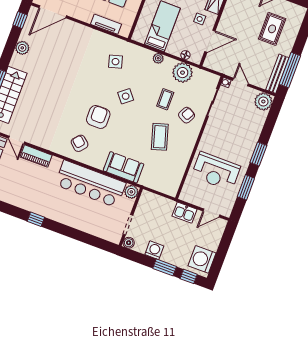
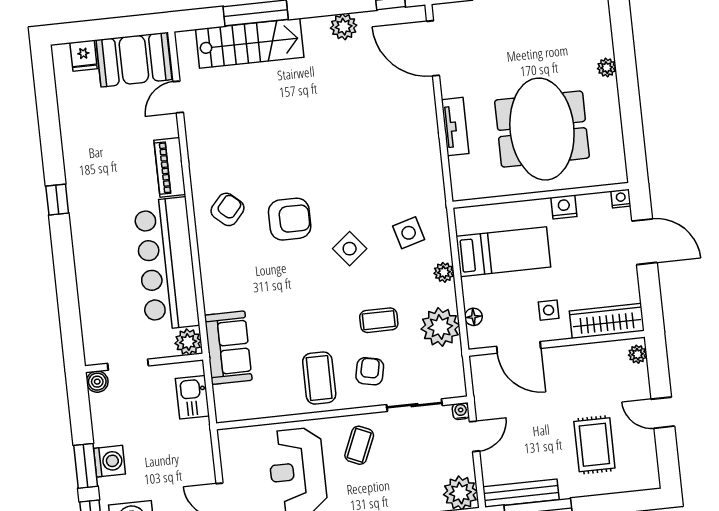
tv unit: (106, 24) -> (455, 127), moved
rug: (272, 29) -> (594, 445), turned 90
side table: (115, 62) -> (409, 233), moved
armchair: (187, 115) -> (370, 371), turned -106
coffee table: (160, 137) -> (319, 378), moved, turned -73
coffee table: (218, 137) -> (359, 445), added
piano: (36, 156) -> (170, 167), moved
sofa: (123, 167) -> (228, 348), moved
kitchen sink: (184, 213) -> (192, 397), moved
washing machine: (154, 250) -> (109, 461), moved

